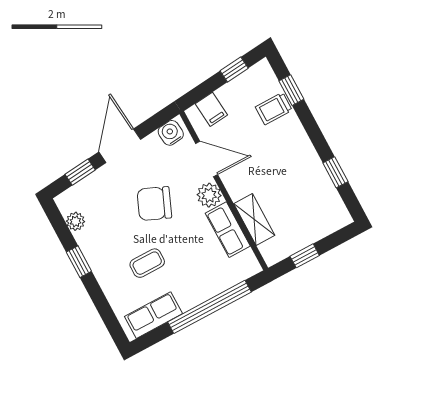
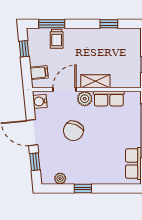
window: (291, 90) -> (52, 24), width x1.50
shelving: (254, 219) -> (95, 81), moved
coffee table: (147, 263) -> (103, 152), removed

